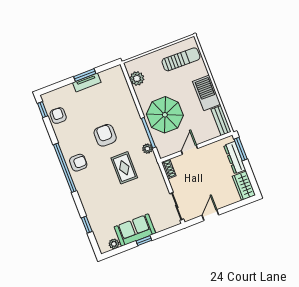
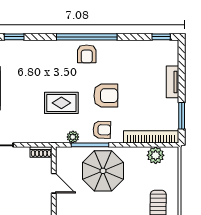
window: (85, 75) -> (182, 116), moved
tv unit: (87, 82) -> (172, 82), moved
bookcase: (124, 87) -> (151, 137), added
armchair: (58, 116) -> (102, 130), moved

